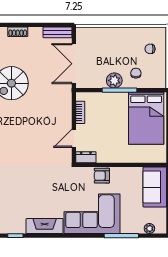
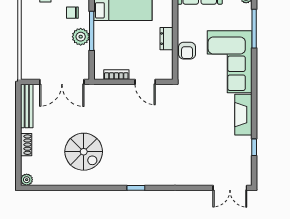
bench: (57, 32) -> (27, 106), width x1.36
dresser: (86, 157) -> (166, 39), moved

